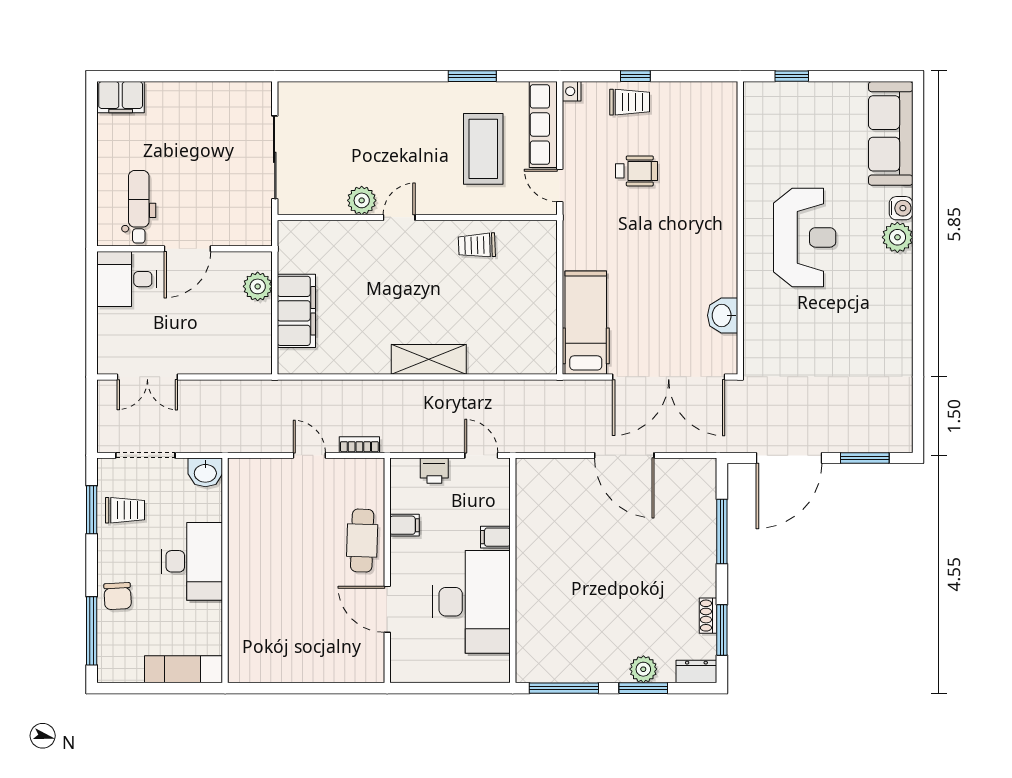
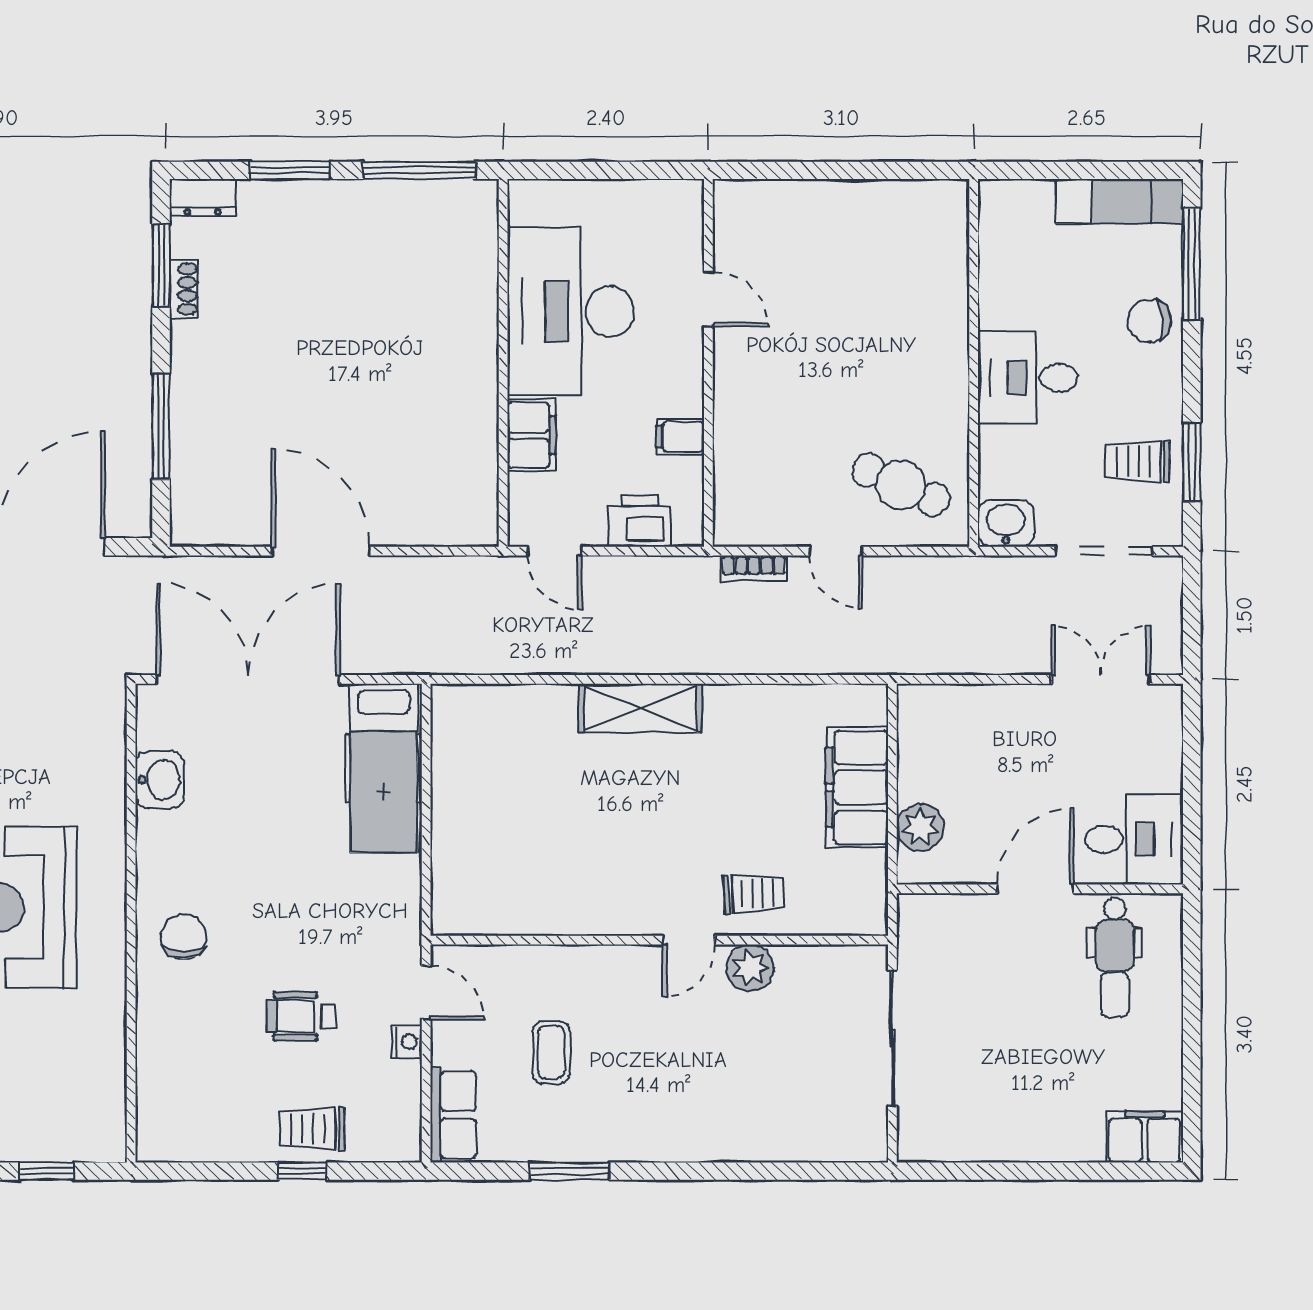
nightstand: (572, 91) -> (407, 1042), moved
row of seats: (543, 125) -> (453, 1115), width x0.68
coffee table: (483, 149) -> (551, 1052), width x0.54, depth x0.58
chair: (708, 220) -> (184, 937), added
trolley: (477, 245) -> (754, 894), moved
printer: (434, 471) -> (640, 521), width x1.36, depth x1.24
filing cabinet: (495, 537) -> (532, 435), width x2.00
cafe table: (362, 541) -> (901, 485), moved, turned -68
desk: (192, 561) -> (1028, 378), width x0.73
chair: (118, 596) -> (1149, 321), turned -91
door: (387, 609) -> (708, 299), width x0.73
exam couch: (183, 669) -> (1120, 201), moved
plant: (643, 669) -> (290, 201), removed

